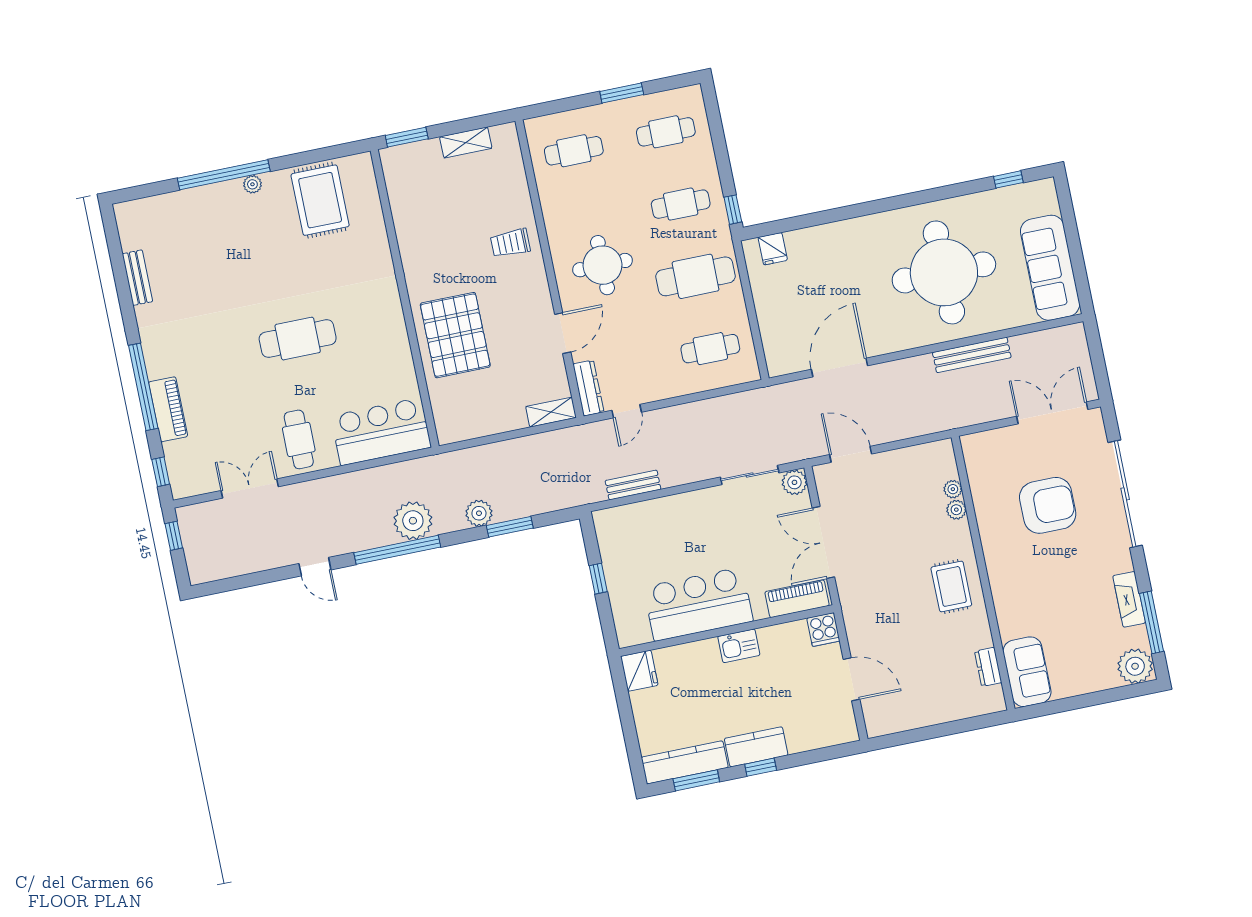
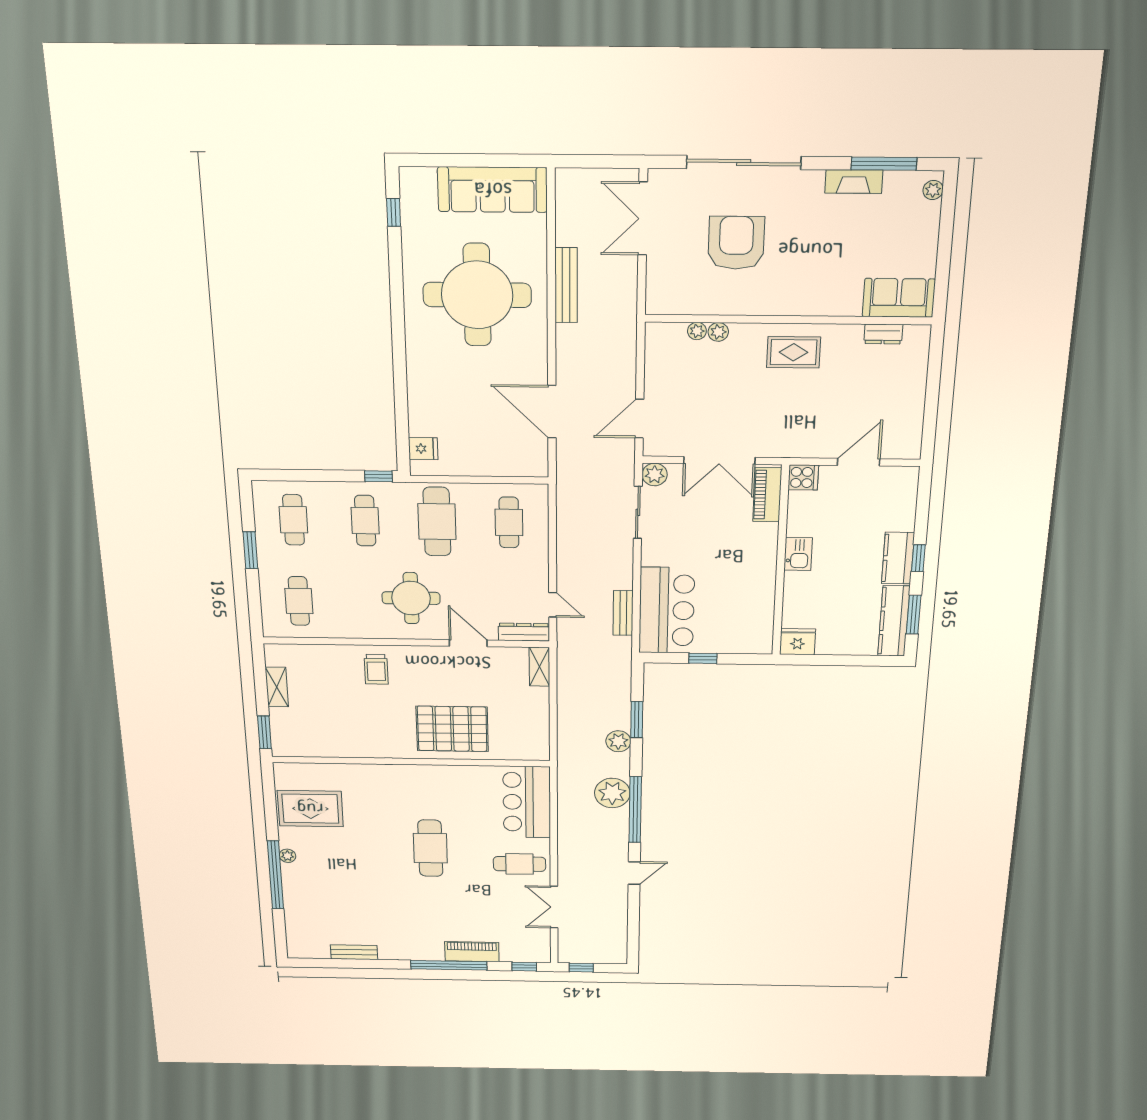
bar counter: (698, 604) -> (667, 610), moved, turned 180
plant: (1135, 666) -> (933, 190), width x0.53, depth x0.53

